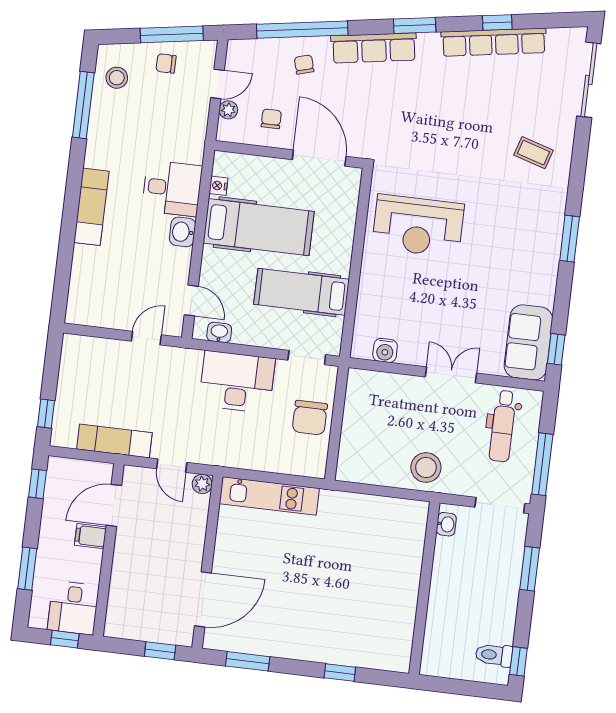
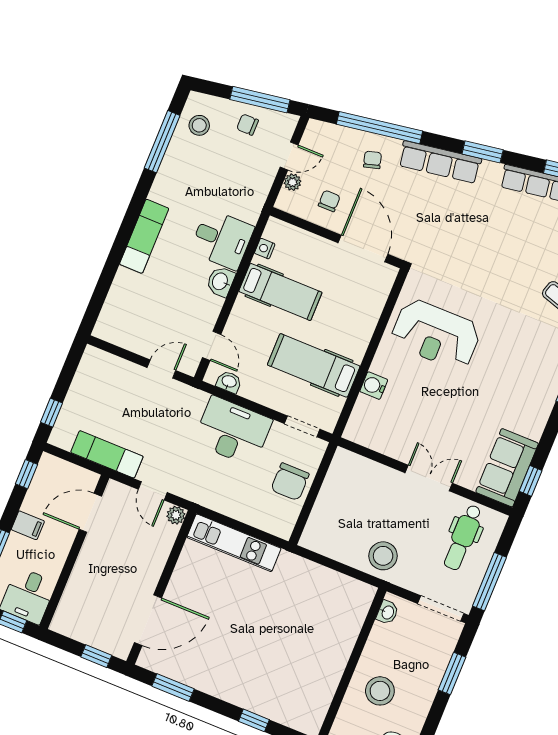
hospital bed: (259, 227) -> (280, 292), width x0.73, depth x0.78
water cooler: (385, 350) -> (374, 386), moved, turned 90
filing cabinet: (90, 536) -> (28, 525), moved, turned 180
stool: (461, 607) -> (380, 691), added

